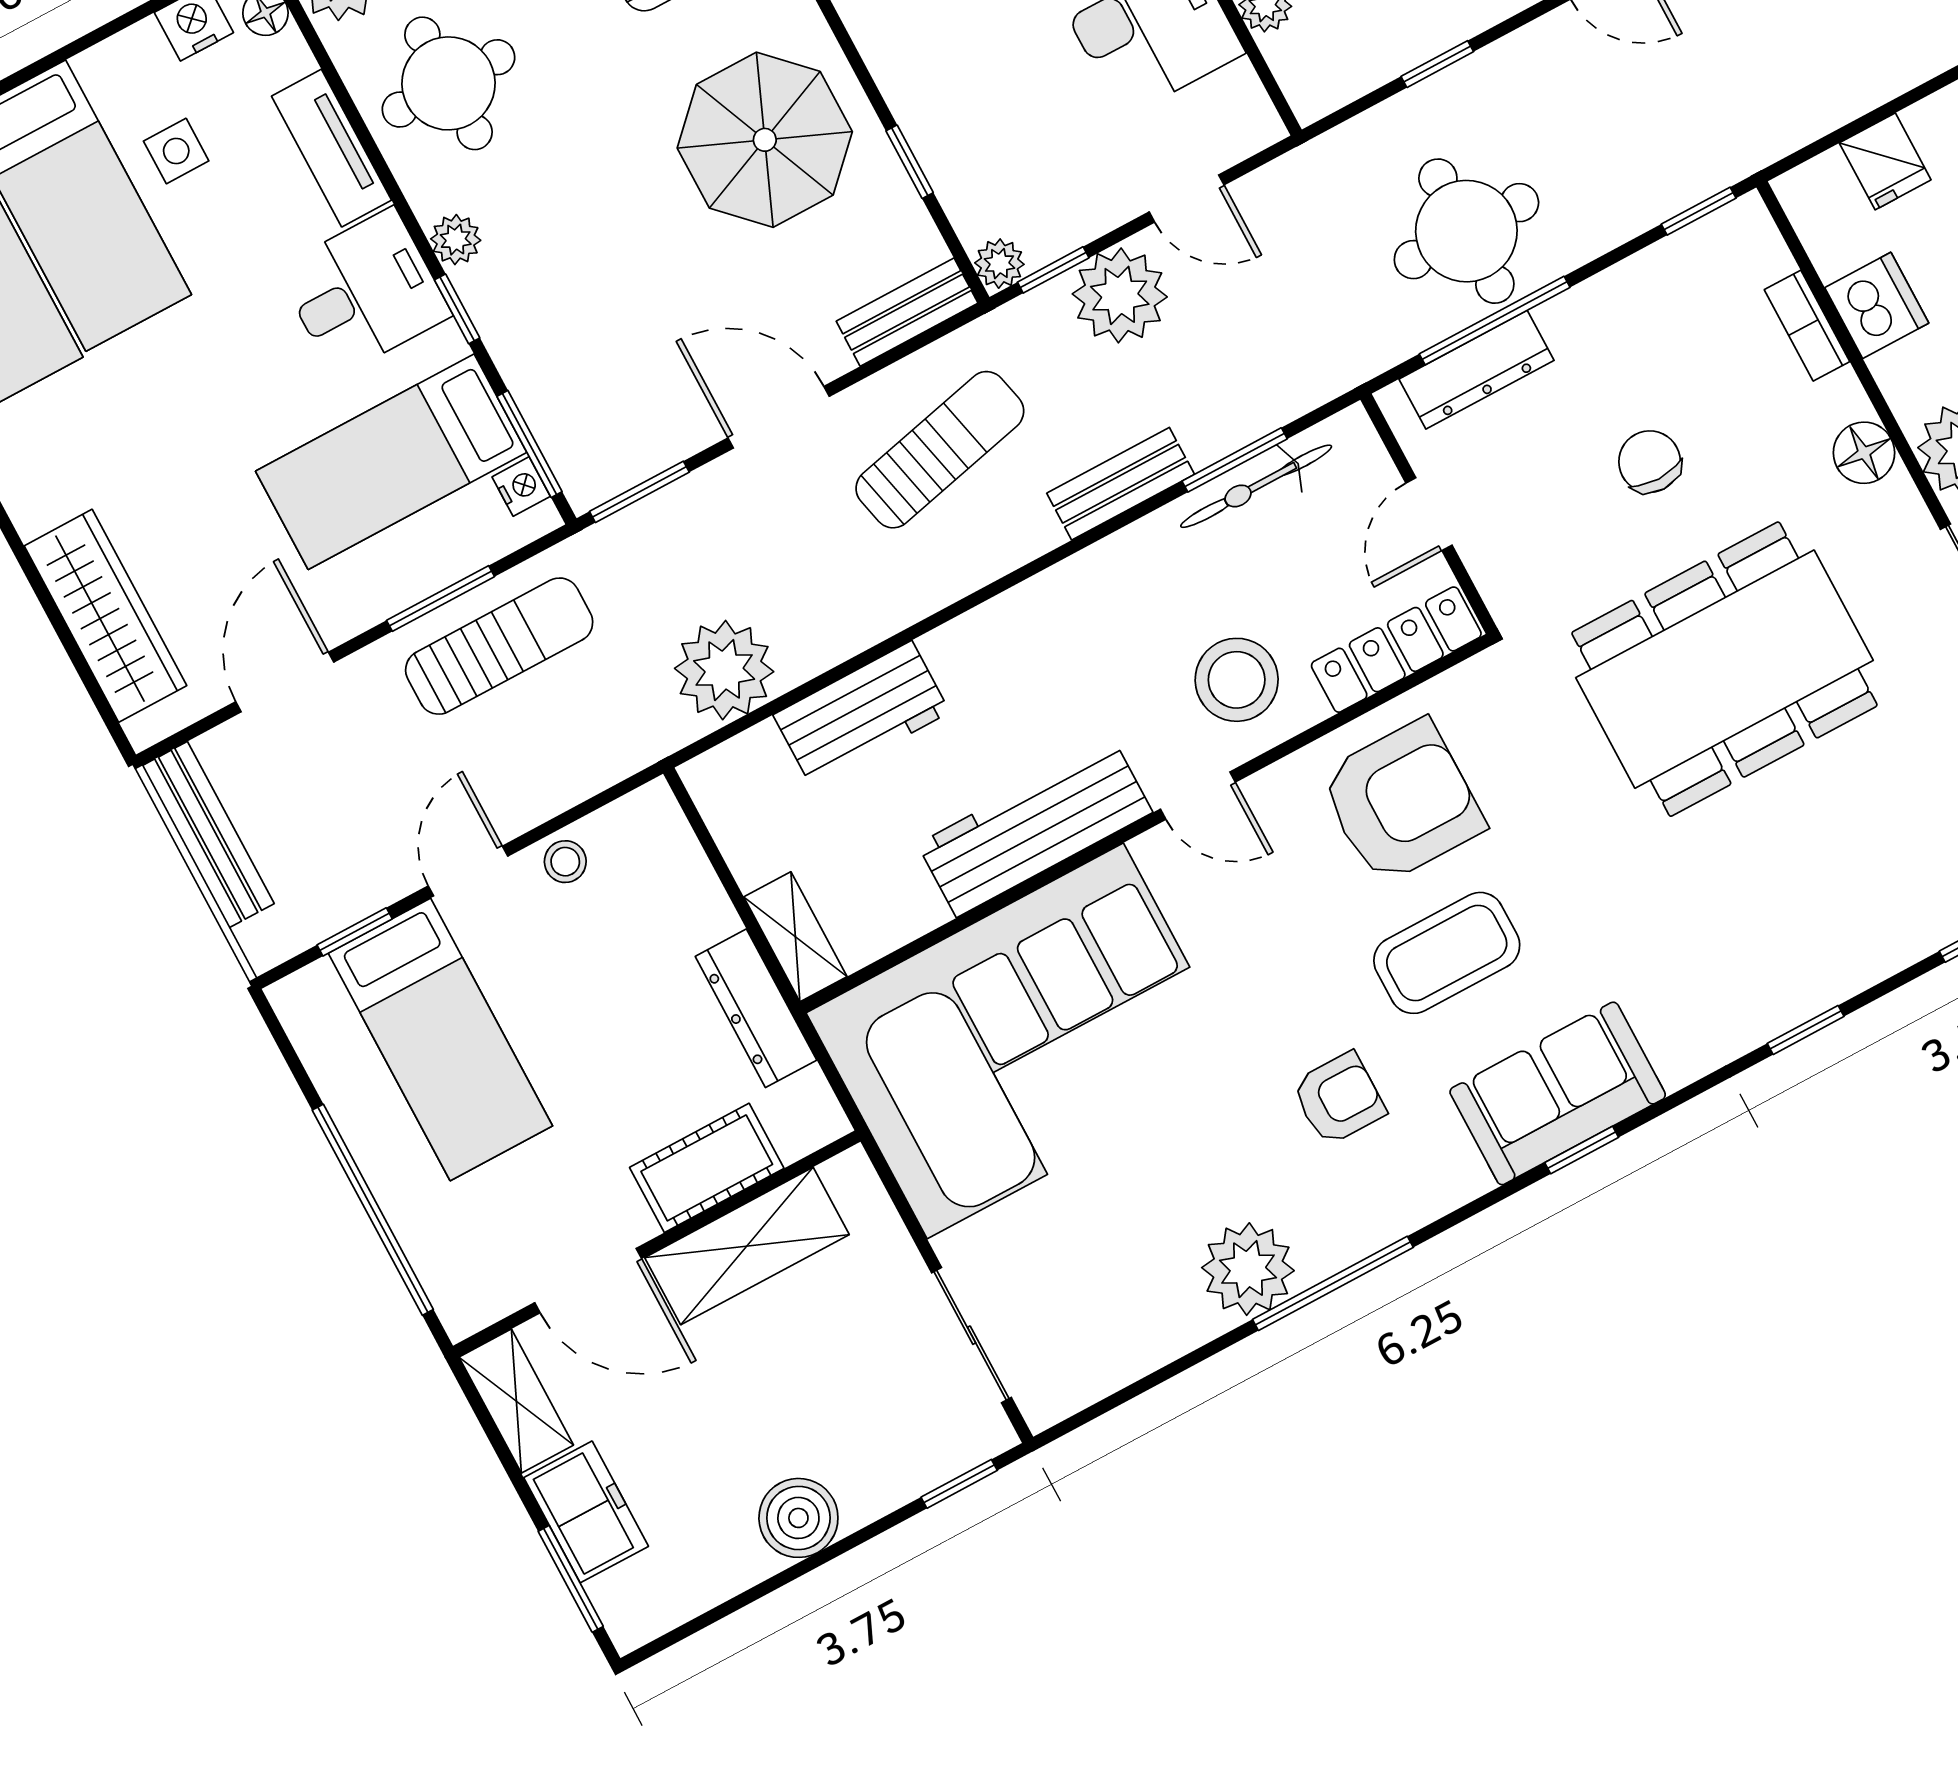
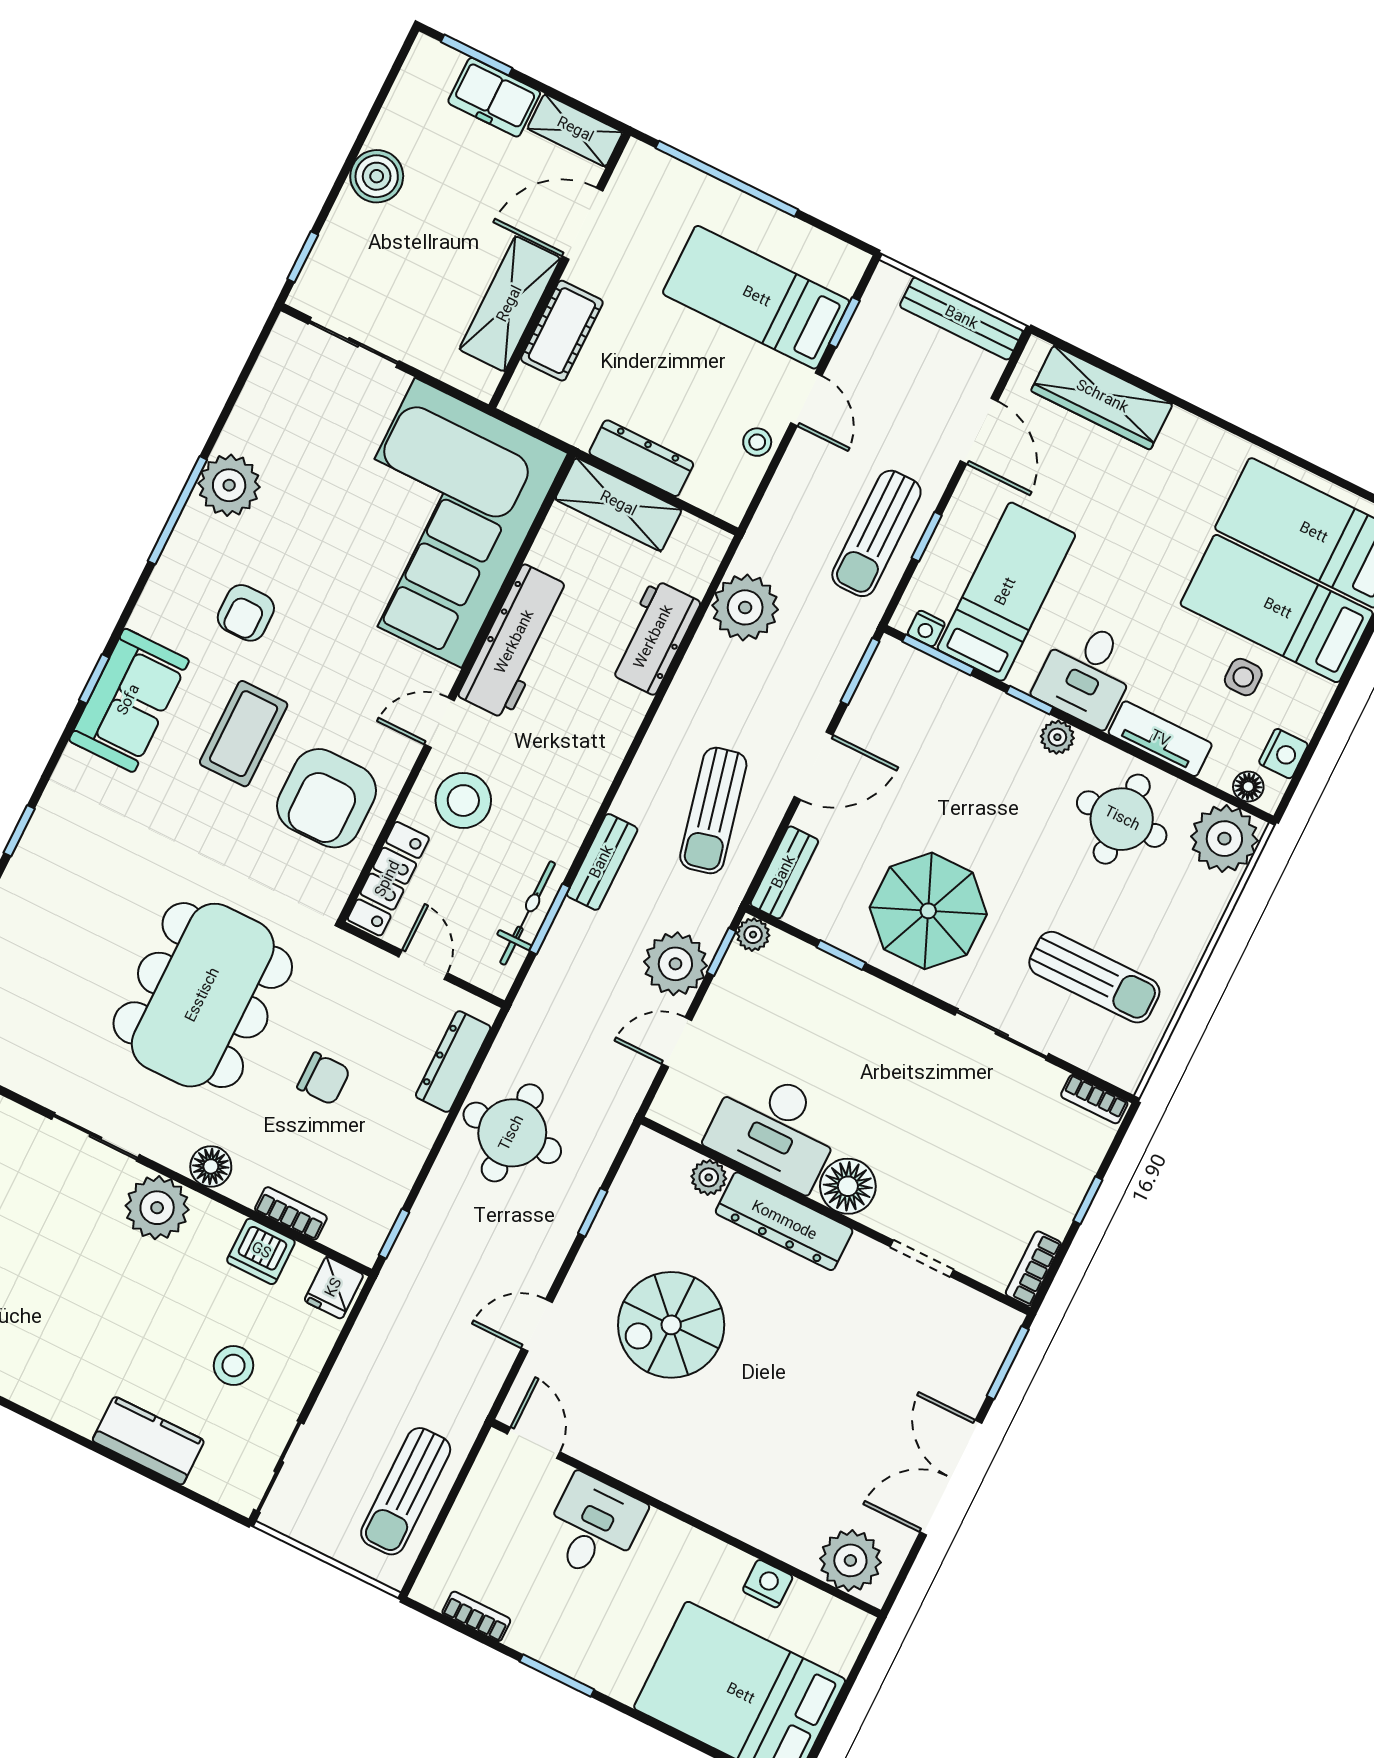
fridge: (1885, 161) -> (334, 1288), moved, turned -90
window: (1495, 321) -> (462, 1095), removed
window: (441, 599) -> (927, 537), width x0.67
shelving: (795, 937) -> (618, 504), width x1.50, depth x1.33
dresser: (756, 1008) -> (641, 458), moved

